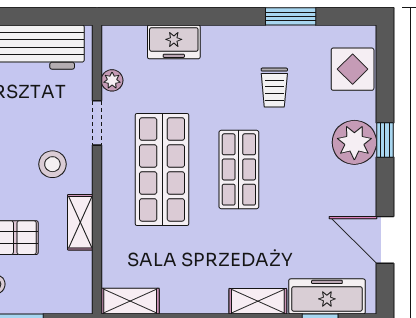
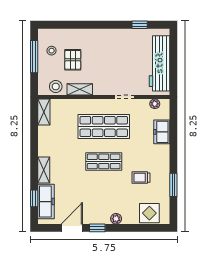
plant: (112, 80) -> (155, 104), moved
window: (385, 140) -> (97, 228), moved
plant: (354, 142) -> (116, 219), width x0.53, depth x0.53
stool: (52, 164) -> (56, 86), moved

